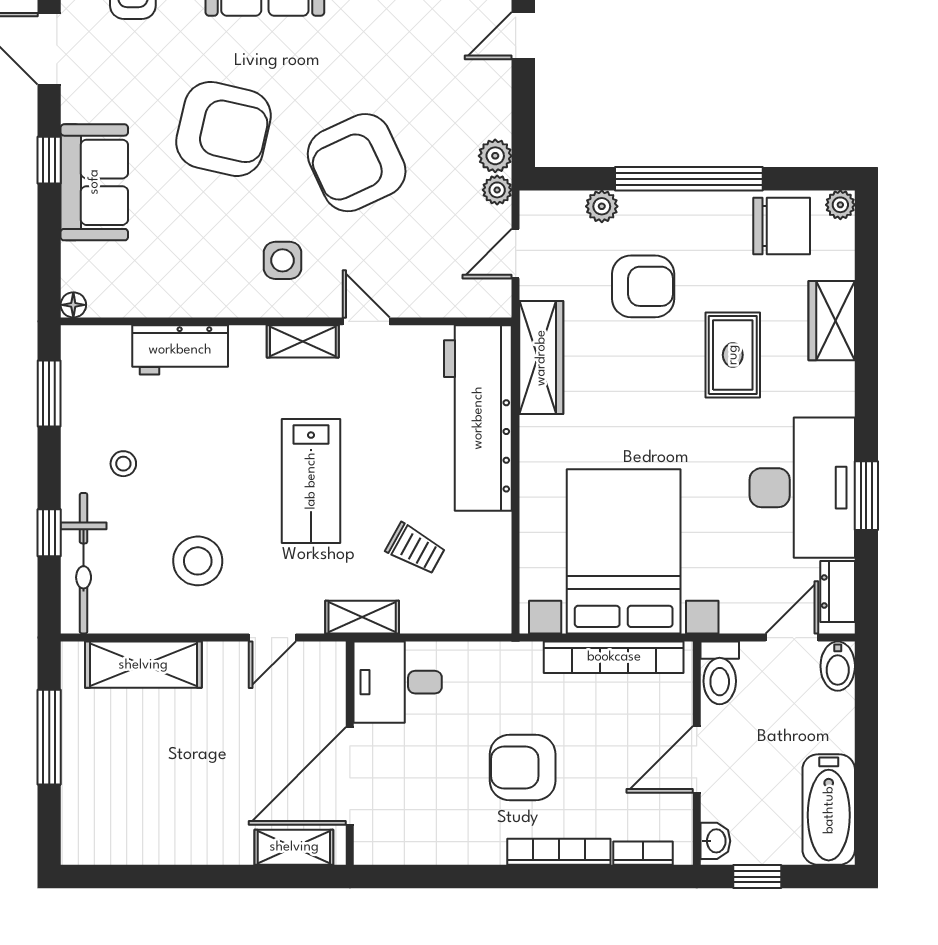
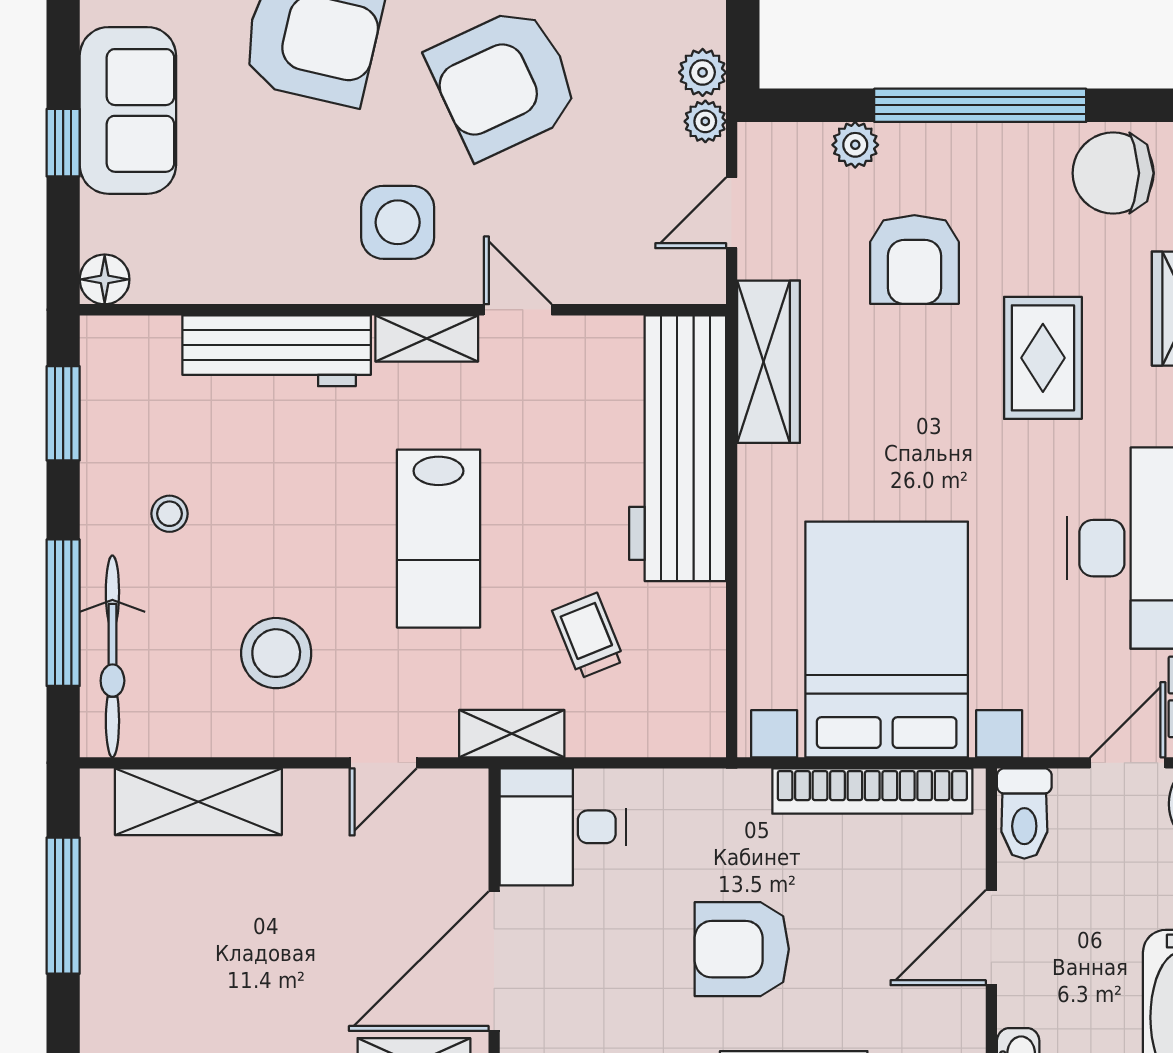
window: (49, 160) -> (63, 143), moved
chair: (782, 226) -> (1113, 173), turned 180
side table: (282, 260) -> (398, 222), width x1.37, depth x1.37
armchair: (643, 286) -> (914, 260), turned 90
floor lamp: (73, 305) -> (105, 279), width x1.37, depth x1.37
workbench: (180, 350) -> (277, 351), width x1.38
window: (49, 533) -> (63, 613), width x2.17
trolley: (415, 549) -> (588, 636), turned -141

